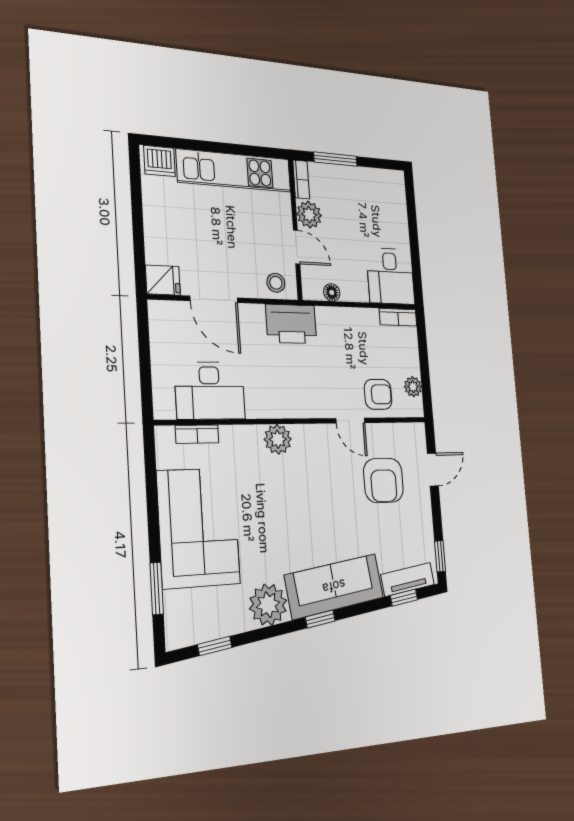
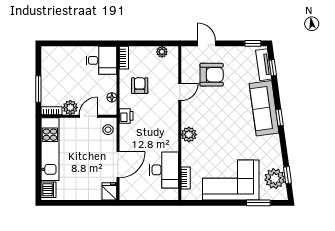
printer: (291, 324) -> (126, 116), width x0.53, depth x0.68
armchair: (378, 394) -> (140, 86), moved
plant: (268, 605) -> (275, 179), moved

